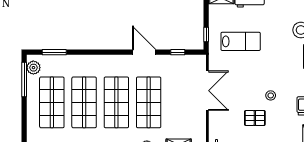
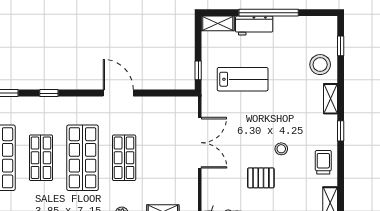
window: (178, 52) -> (49, 93), moved
shop shelf: (84, 102) -> (41, 158), width x0.70, depth x0.74
shop shelf: (149, 102) -> (124, 158), width x0.70, depth x0.74

